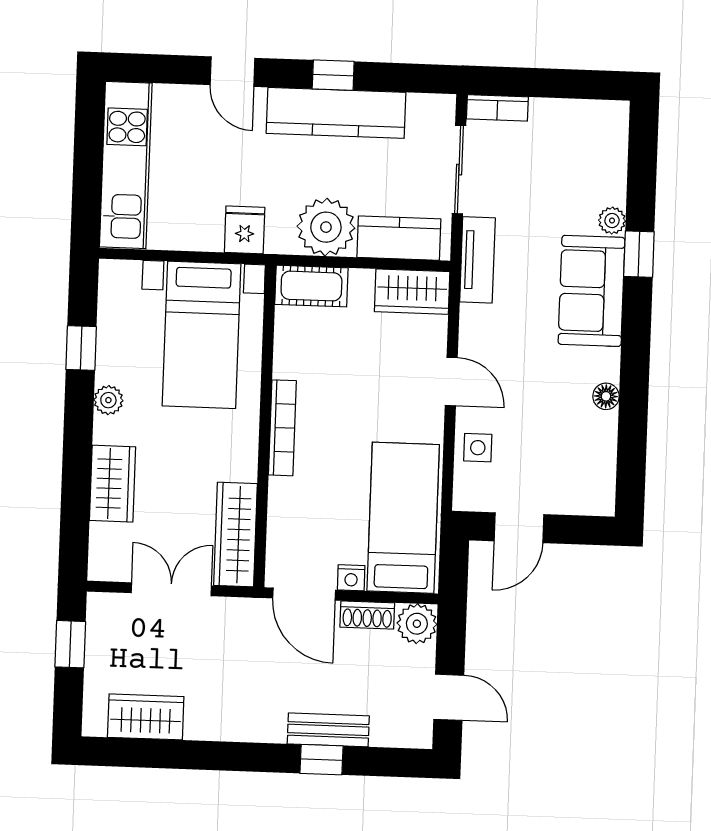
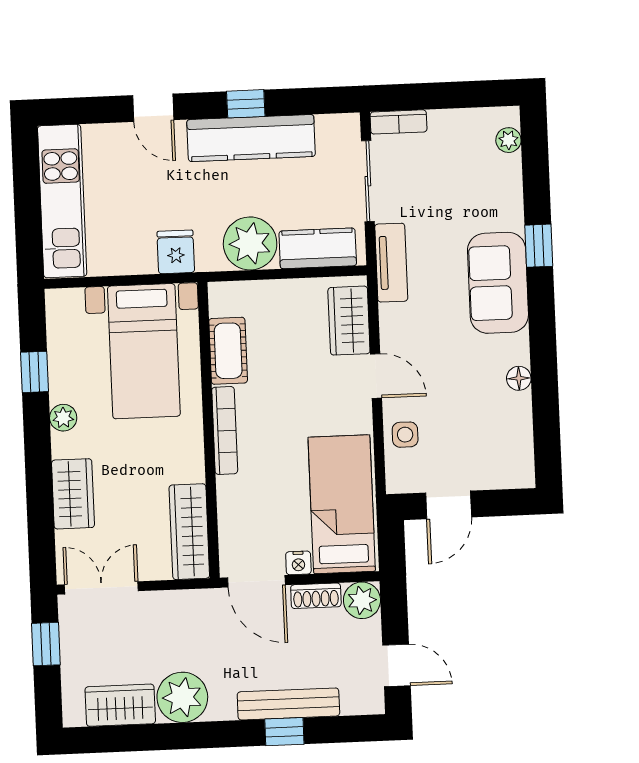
plant: (612, 221) -> (508, 140), moved
cot: (311, 286) -> (228, 351), moved, turned 90
wardrobe: (412, 292) -> (349, 321), moved, turned 90
double door: (171, 589) -> (101, 588), moved
plant: (214, 714) -> (182, 697), added
bench: (328, 730) -> (288, 704), width x1.36

